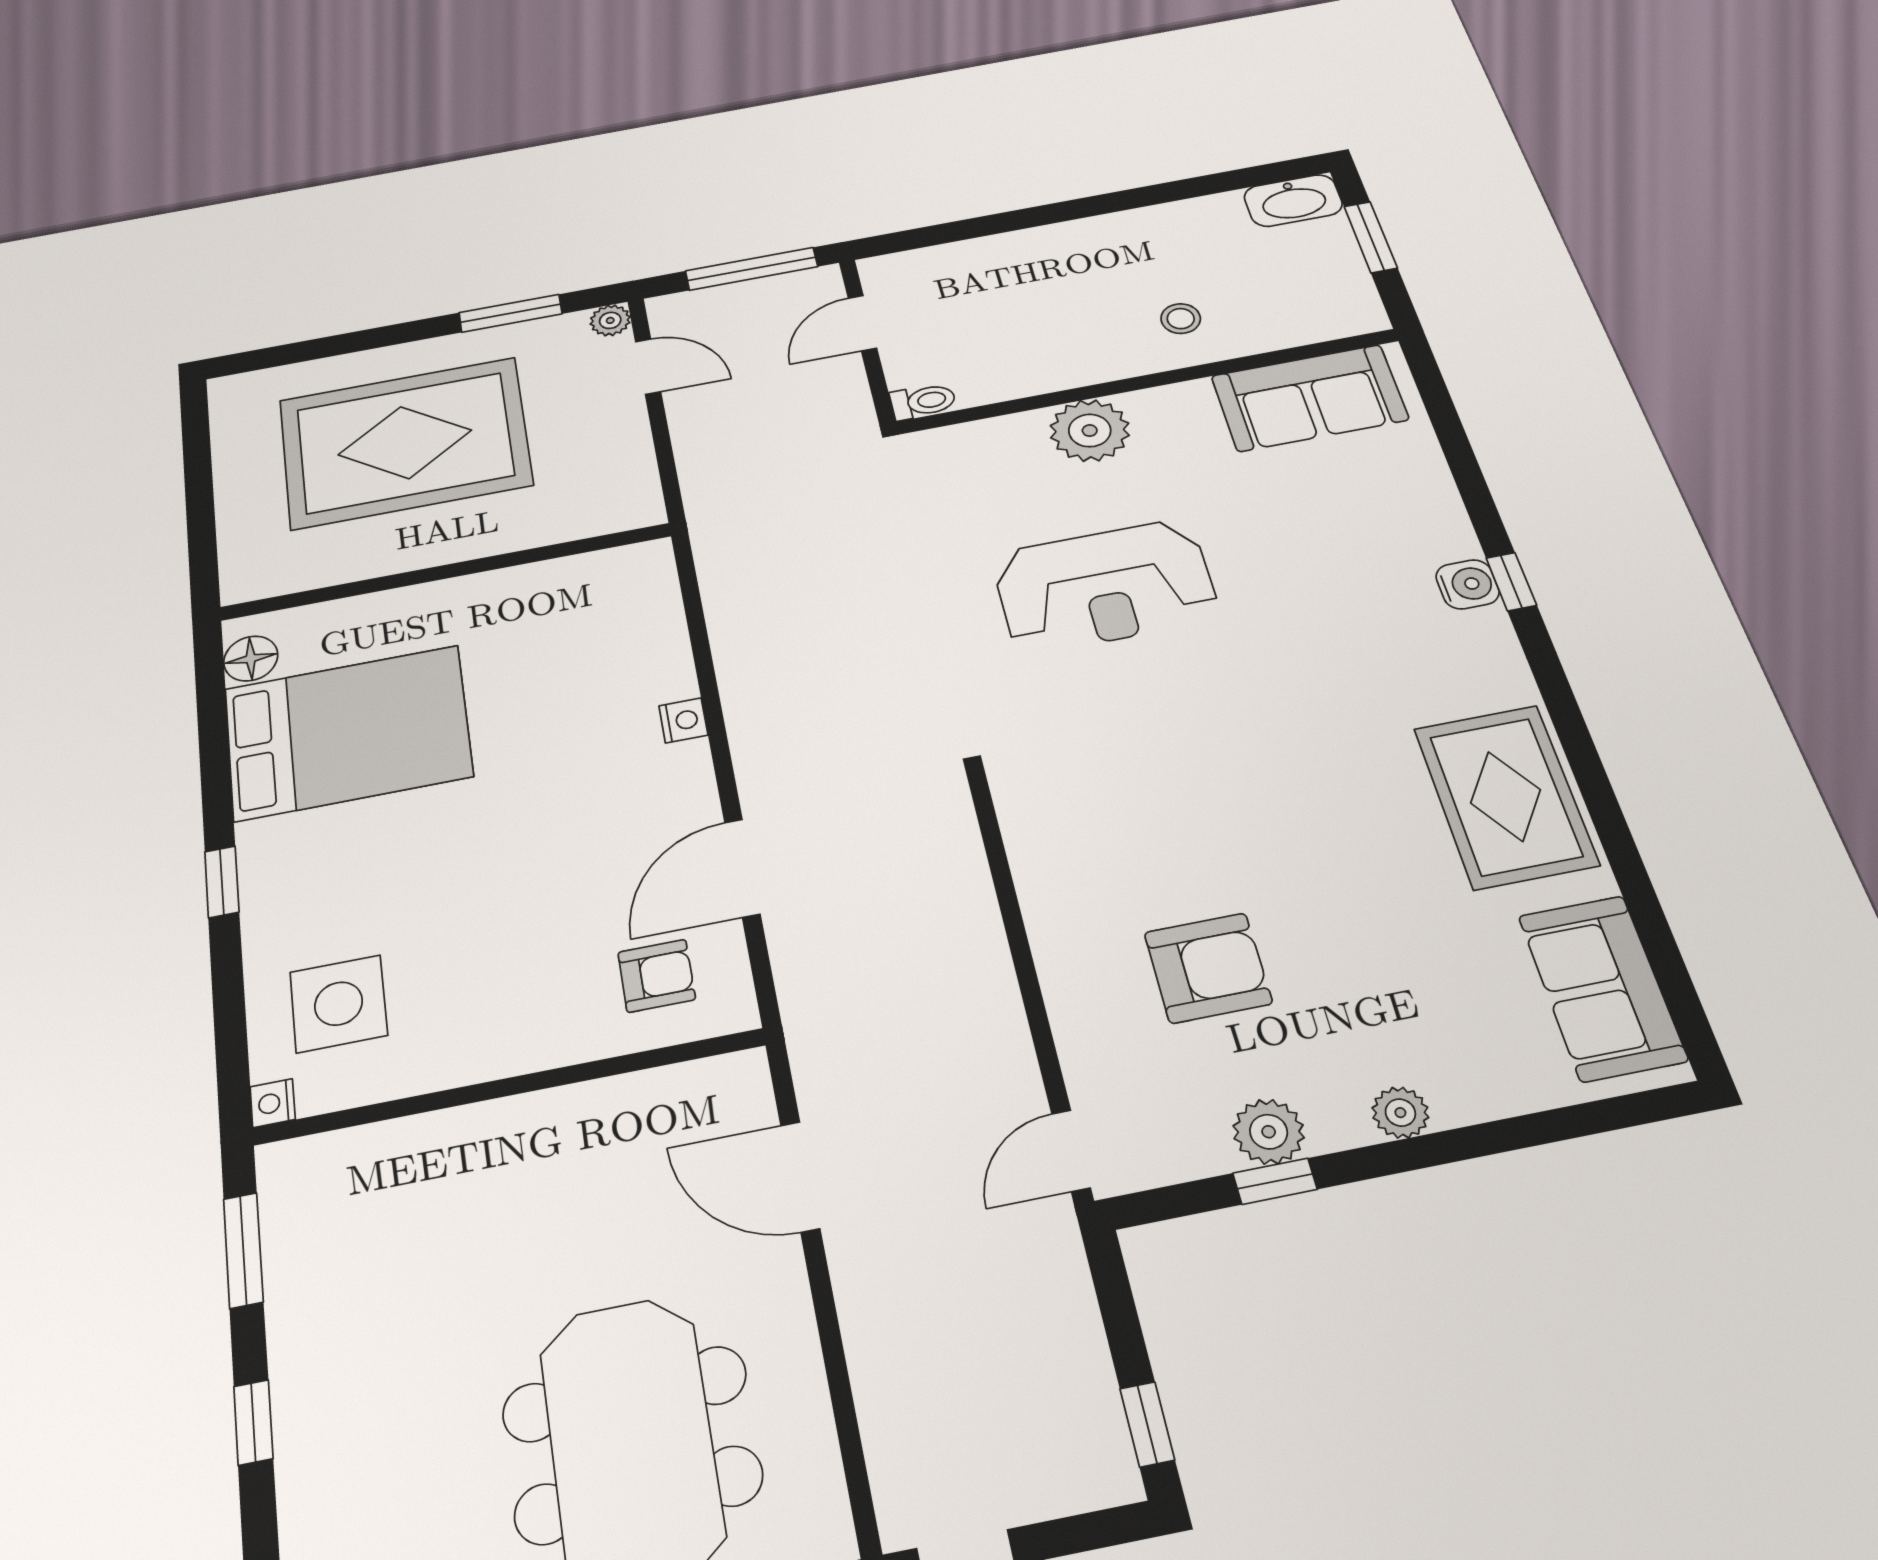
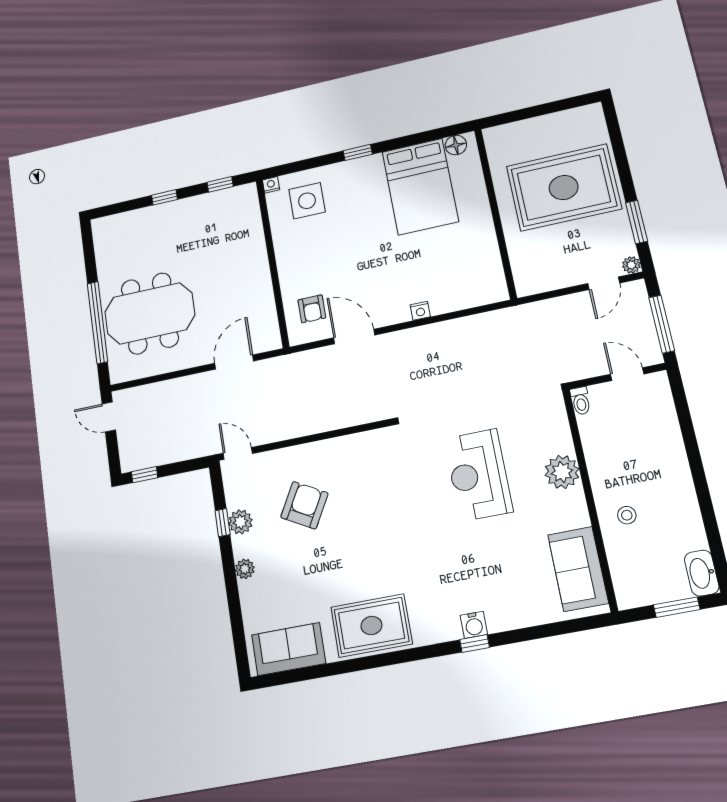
rug: (405, 442) -> (564, 188), turned 90
armchair: (1208, 968) -> (304, 505), turned -151
window: (243, 1250) -> (220, 184), width x0.67

